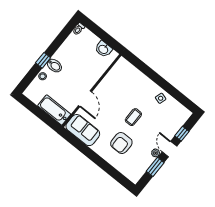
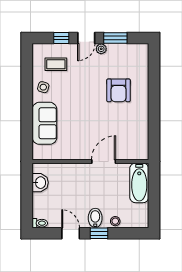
door: (57, 43) -> (71, 233), added
coffee table: (133, 117) -> (56, 64), moved
sofa: (83, 130) -> (44, 123), moved, turned 180
armchair: (121, 143) -> (119, 90), turned 90

